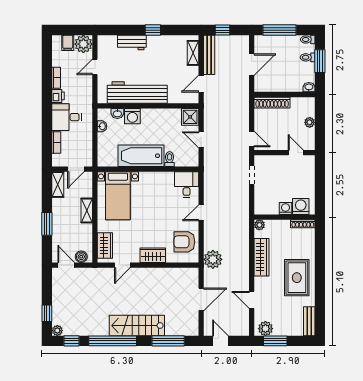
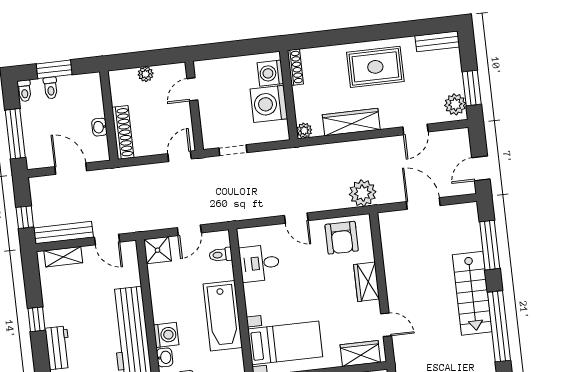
washbasin: (309, 87) -> (99, 127), moved
toilet: (170, 159) -> (221, 255), moved
desk: (187, 185) -> (259, 263), moved
washing machine: (285, 208) -> (269, 104), width x1.89, depth x1.89

